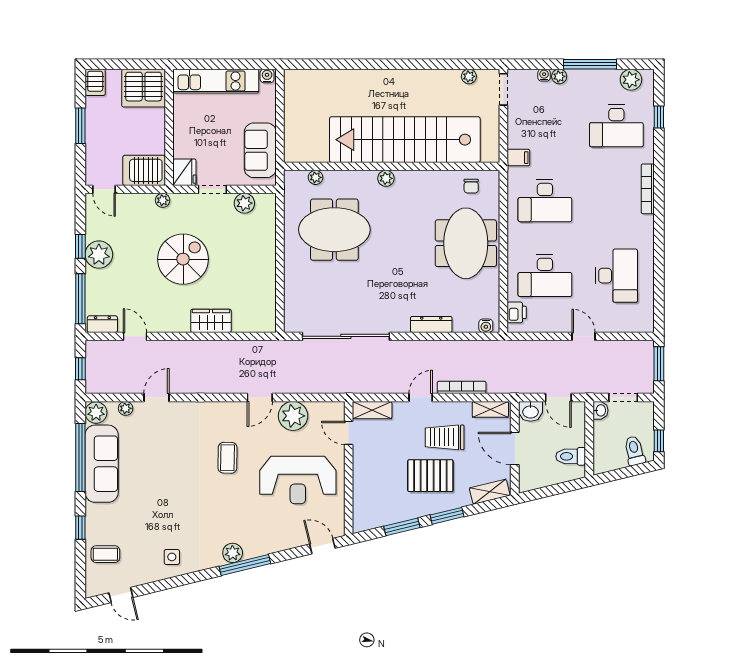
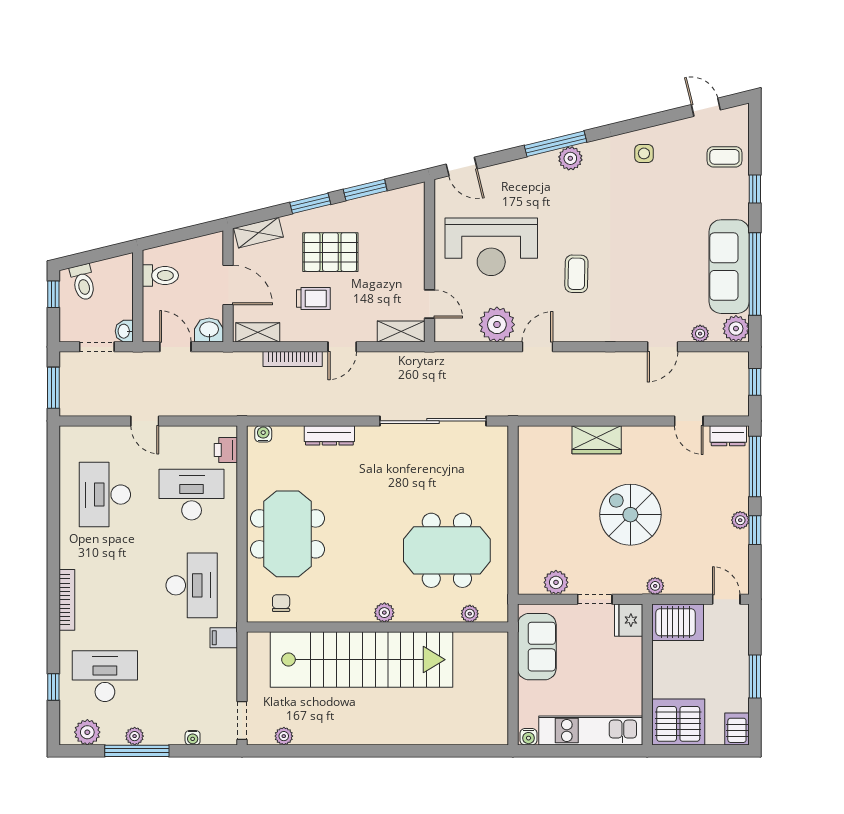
plant: (559, 76) -> (135, 736), moved
desk: (545, 201) -> (192, 585), turned 90
plant: (99, 255) -> (740, 520), width x0.53, depth x0.53
spiral stairs: (183, 259) -> (630, 515), turned 90
trolley: (445, 437) -> (313, 298), width x0.73, depth x0.72
reception desk: (298, 480) -> (491, 247), turned 180

